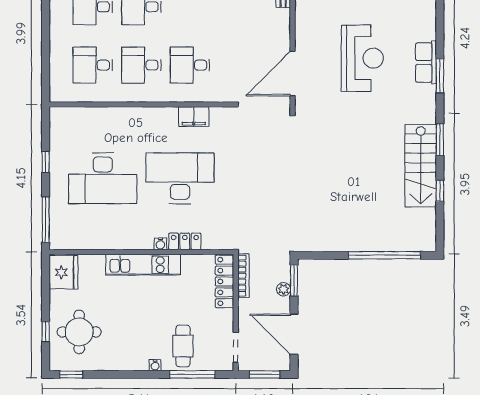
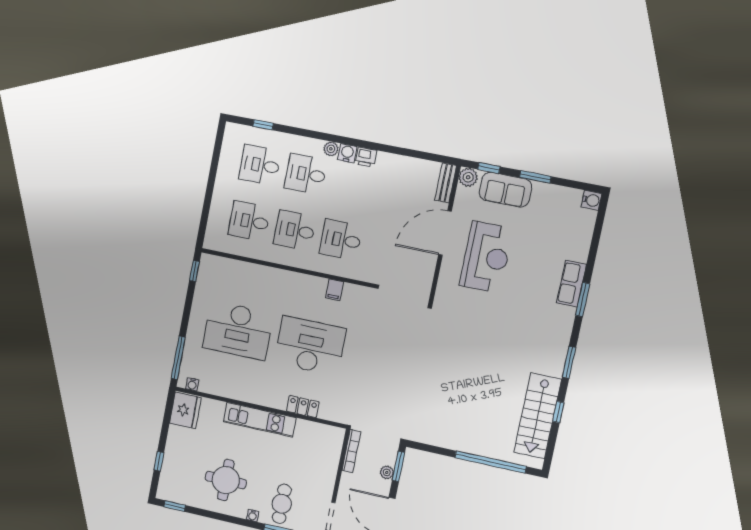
reception desk: (362, 58) -> (486, 257), moved
door: (293, 74) -> (445, 233), moved
filing cabinet: (194, 117) -> (335, 290), width x0.50
window: (46, 162) -> (195, 271), moved
stairs: (421, 166) -> (538, 416), moved
water cooler: (160, 244) -> (192, 384), moved
locker: (224, 281) -> (332, 452), removed
round table: (79, 332) -> (226, 480), moved

